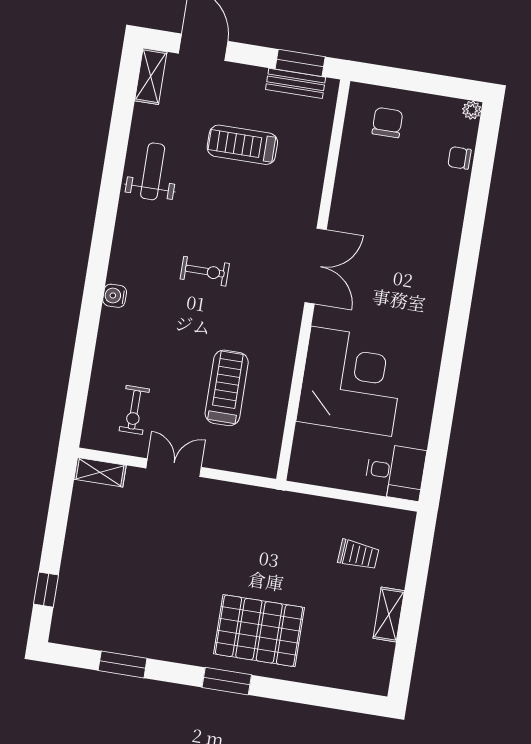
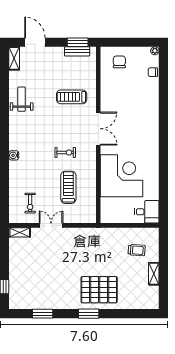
treadmill: (242, 145) -> (72, 97), moved
exercise bike: (205, 271) -> (65, 152), moved

